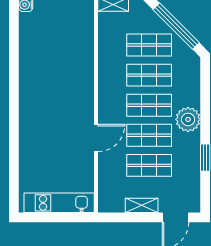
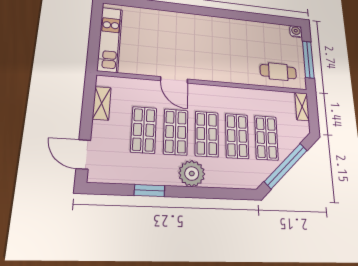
cafe table: (76, 28) -> (278, 72), added
shelving: (142, 205) -> (102, 103), moved

